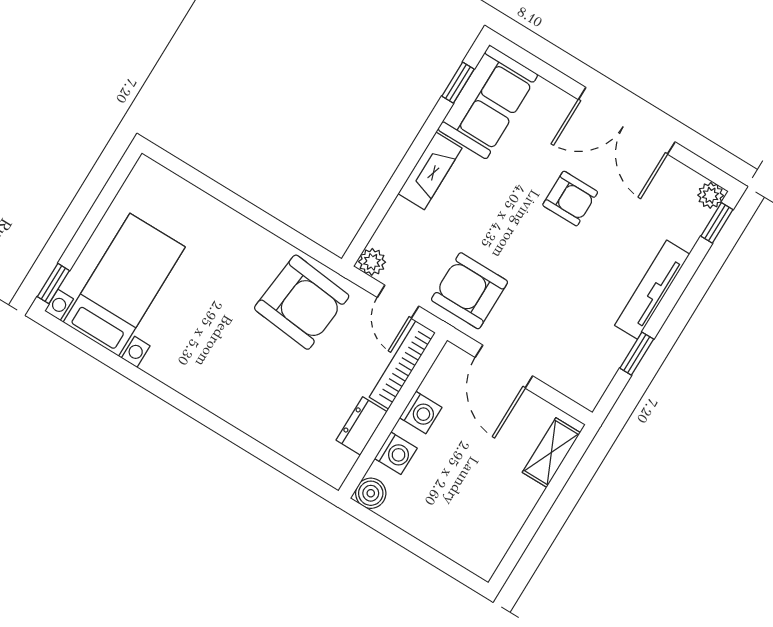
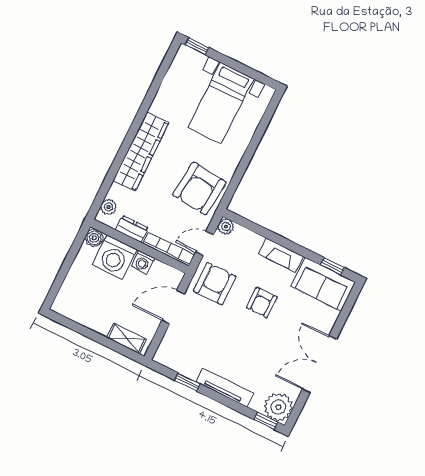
plant: (711, 195) -> (278, 407), width x1.87, depth x1.87
armchair: (570, 199) -> (262, 302), moved
bed with nightstands: (124, 285) -> (221, 103), moved, turned 90
wardrobe: (228, 398) -> (141, 152), added
washing machine: (396, 453) -> (115, 257), width x1.89, depth x1.89
plant: (319, 463) -> (109, 207), added

